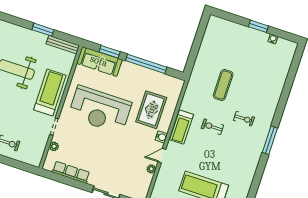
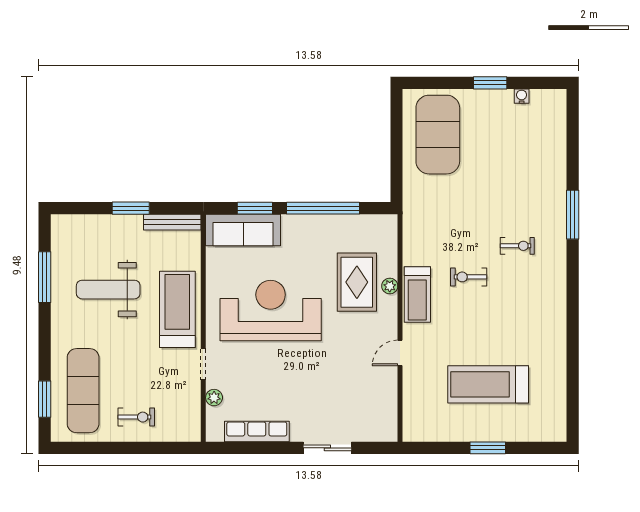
exercise mat: (223, 85) -> (438, 135), moved, width x2.00, depth x1.45
reception desk: (100, 110) -> (271, 311), turned 180
water cooler: (161, 137) -> (389, 322), removed
window: (270, 140) -> (573, 215), moved
plant: (151, 169) -> (390, 286), moved

